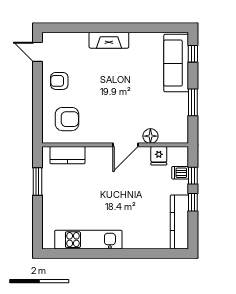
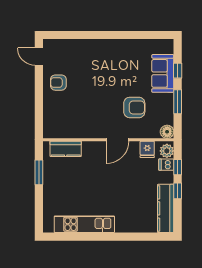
fireplace: (109, 40) -> (103, 46), removed
window: (193, 54) -> (178, 71), moved
sofa: (176, 63) -> (163, 73), width x0.73
armchair: (67, 119) -> (134, 107), moved
floor lamp: (150, 136) -> (167, 132), moved
plant: (181, 157) -> (167, 151), added

